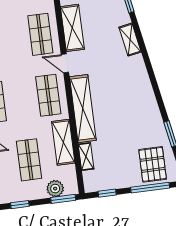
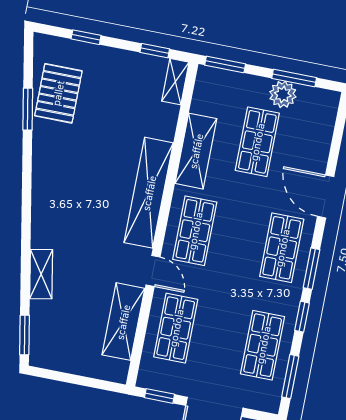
shelving: (86, 157) -> (175, 82), moved
pallet: (153, 164) -> (58, 93), moved
window: (150, 188) -> (86, 37), width x0.46
plant: (55, 189) -> (283, 94), moved
window: (20, 205) -> (294, 78), width x1.50

